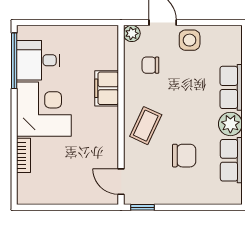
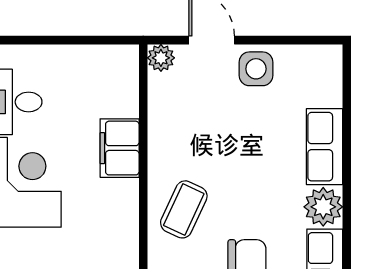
chair: (150, 65) -> (192, 110), removed

